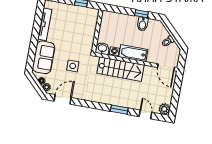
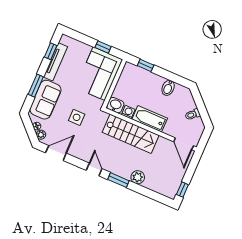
window: (141, 14) -> (146, 65), moved
window: (39, 16) -> (51, 51), added
corner sofa: (83, 26) -> (99, 74), added
window: (33, 48) -> (36, 86), added
window: (174, 105) -> (182, 190), added
plant: (164, 109) -> (138, 177), moved
door: (145, 114) -> (94, 170), moved

